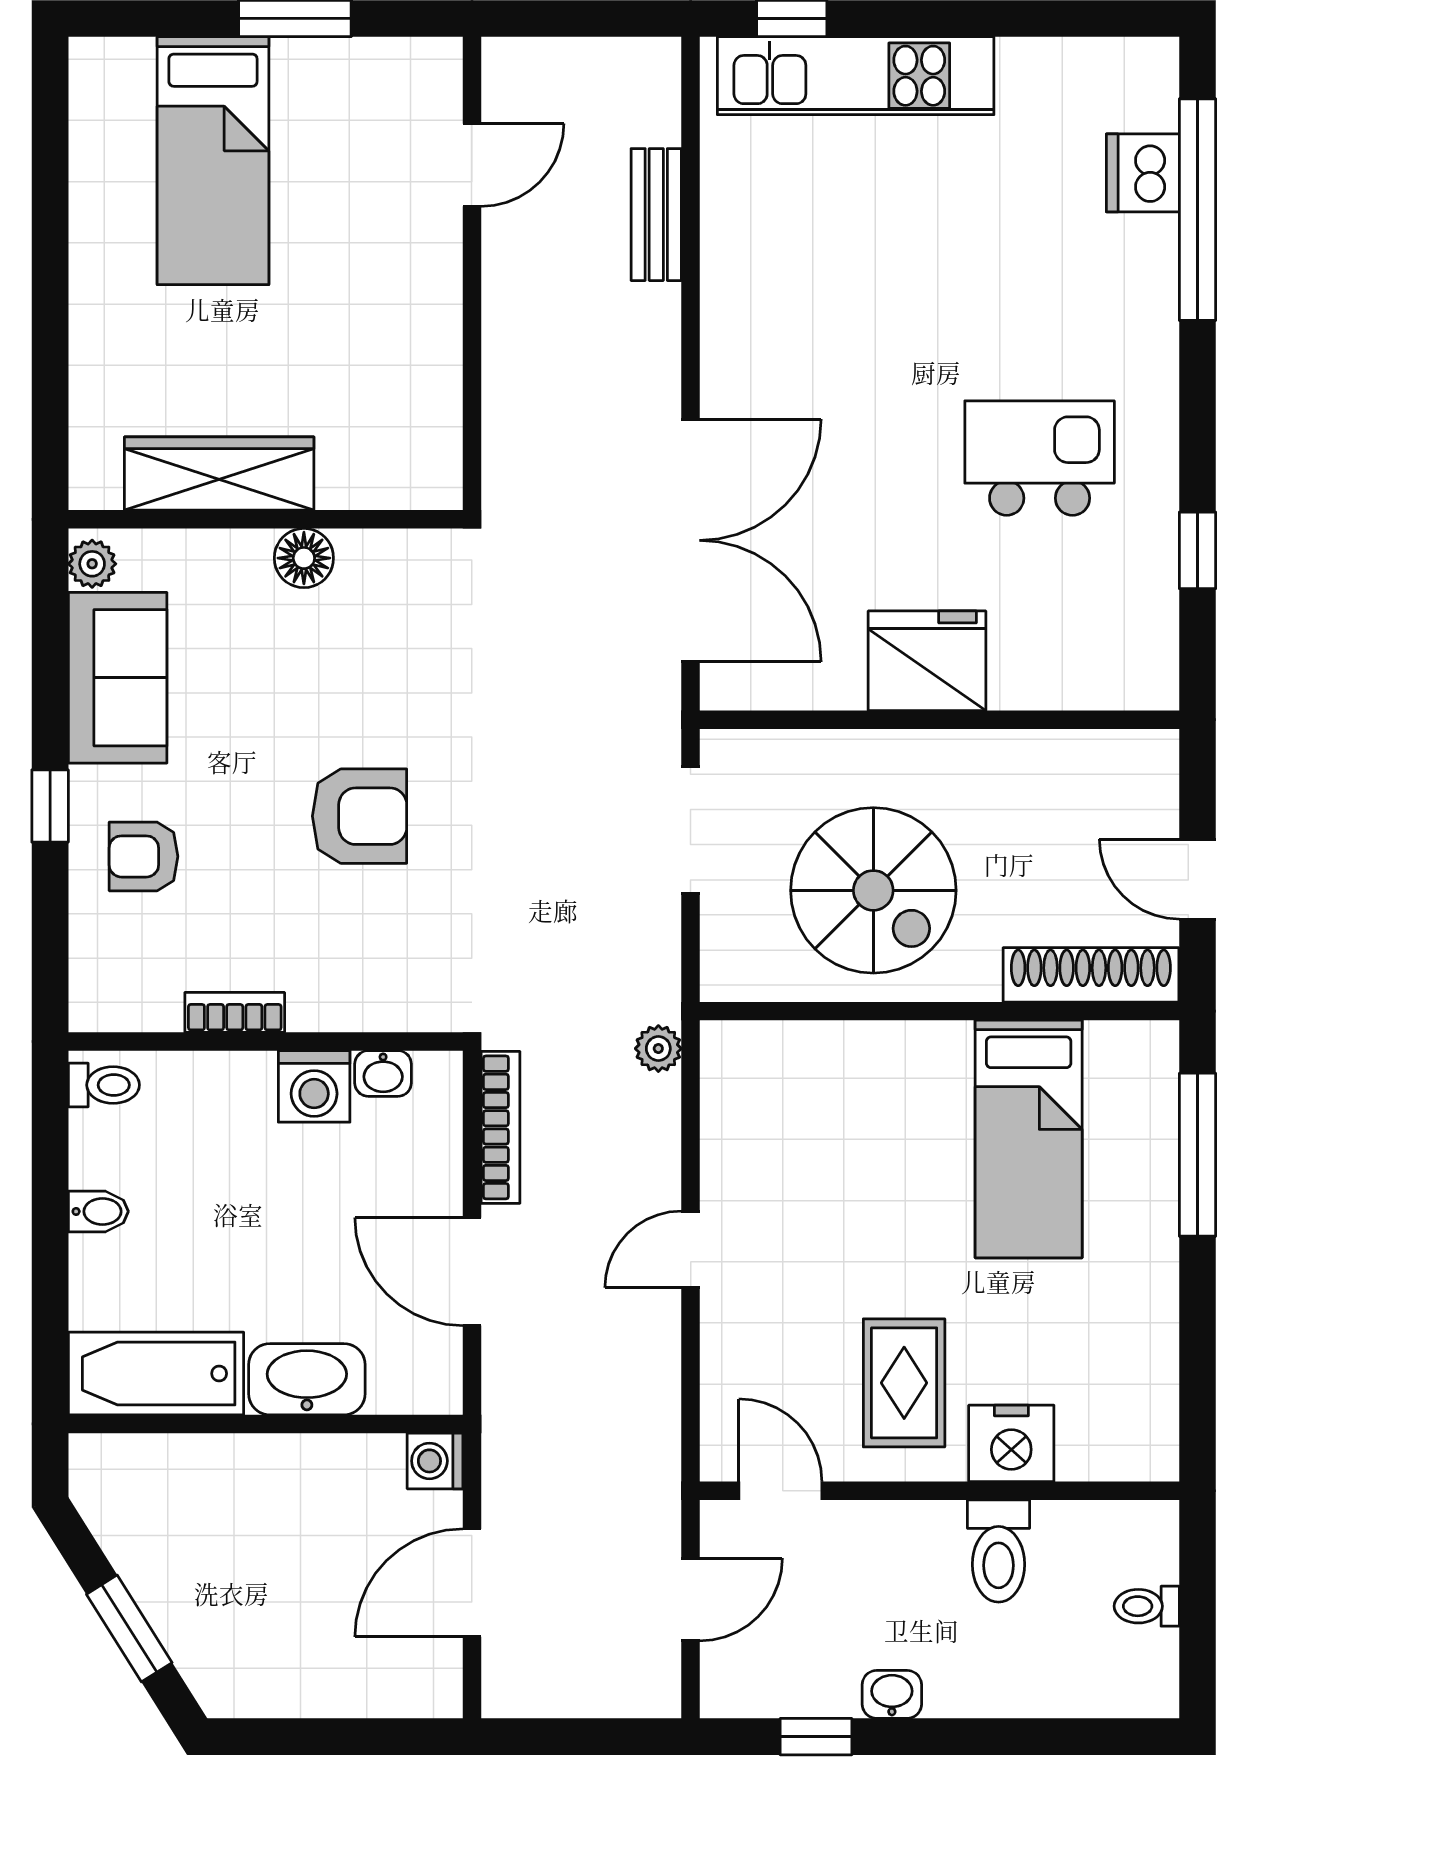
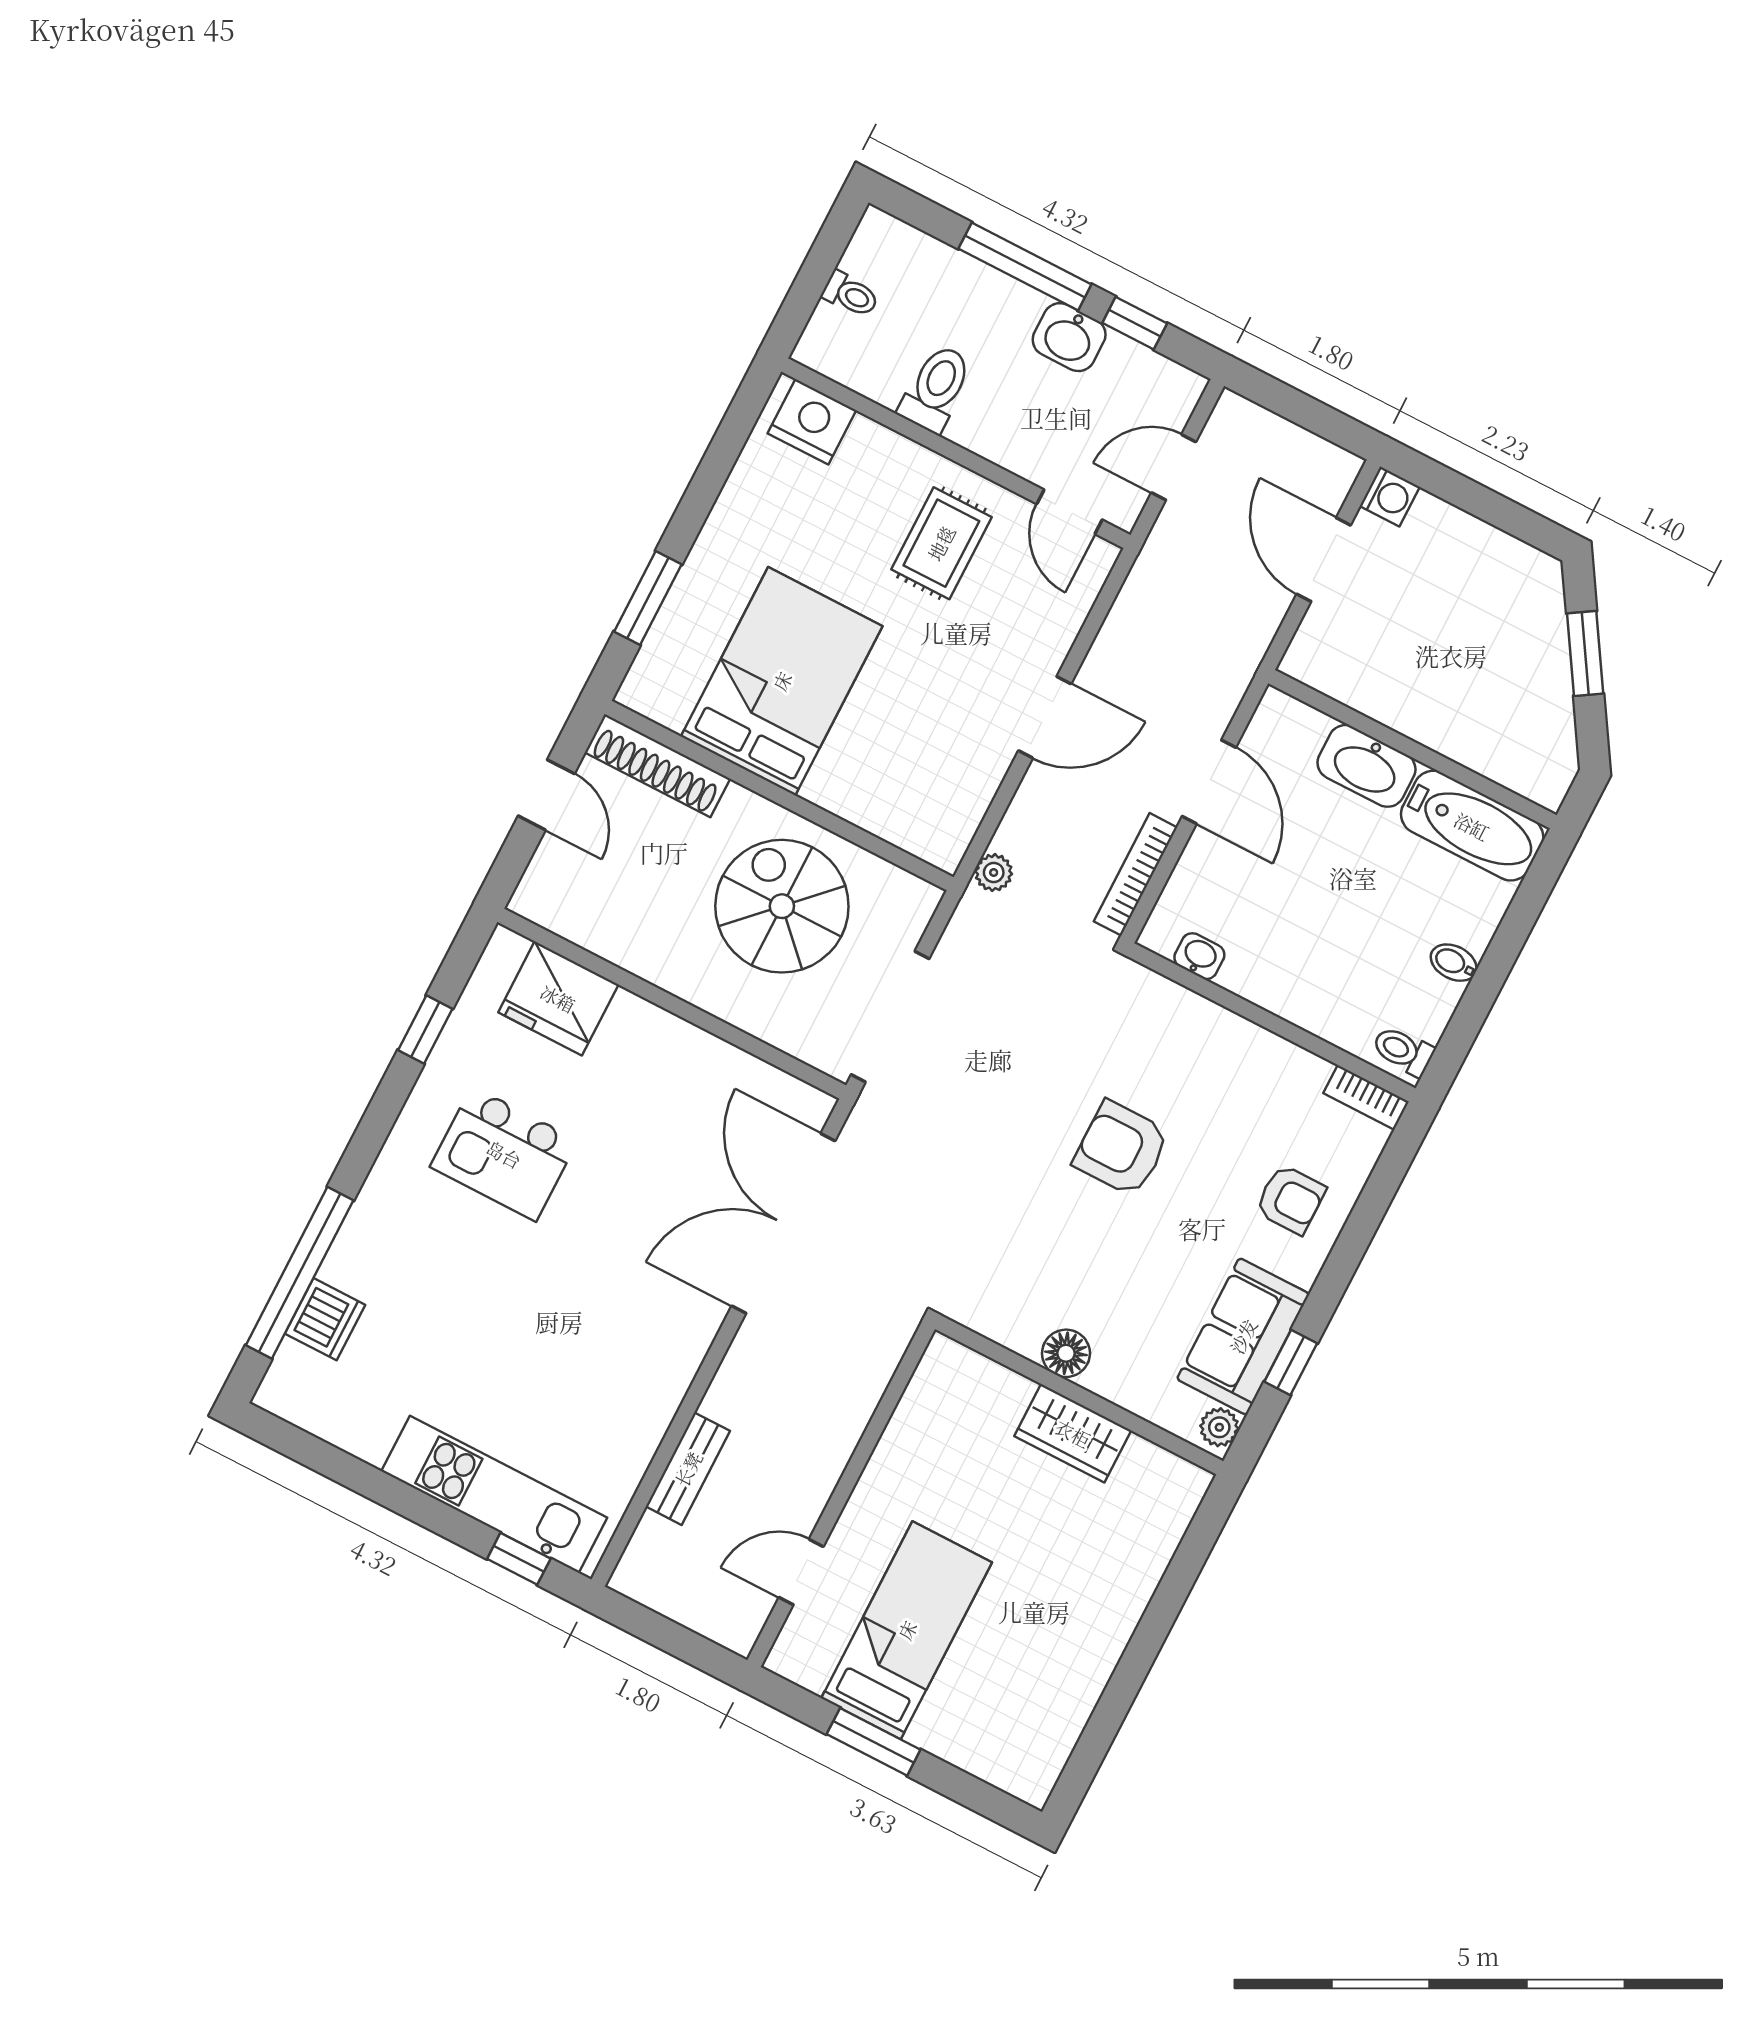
bed: (213, 161) -> (907, 1630), moved
wardrobe: (219, 474) -> (1073, 1433), width x0.67
fridge: (927, 661) -> (558, 998), moved
window: (50, 806) -> (1291, 1362), moved
doorway: (691, 830) -> (890, 1017), width x1.36
bookcase: (235, 1012) -> (1366, 1097), moved
washing machine: (314, 1086) -> (1253, 972), removed
bed: (1029, 1139) -> (782, 681), width x1.50
window: (1197, 1155) -> (648, 598), width x0.69
door: (691, 1249) -> (1045, 717), width x1.38
nightstand: (1011, 1443) -> (812, 422), moved
washing machine: (435, 1461) -> (1390, 496), moved
door: (472, 1583) -> (1324, 560), swing flipped
washbasin: (892, 1694) -> (1069, 337), width x1.38, depth x1.45
window: (970, 1737) -> (1025, 267), added

